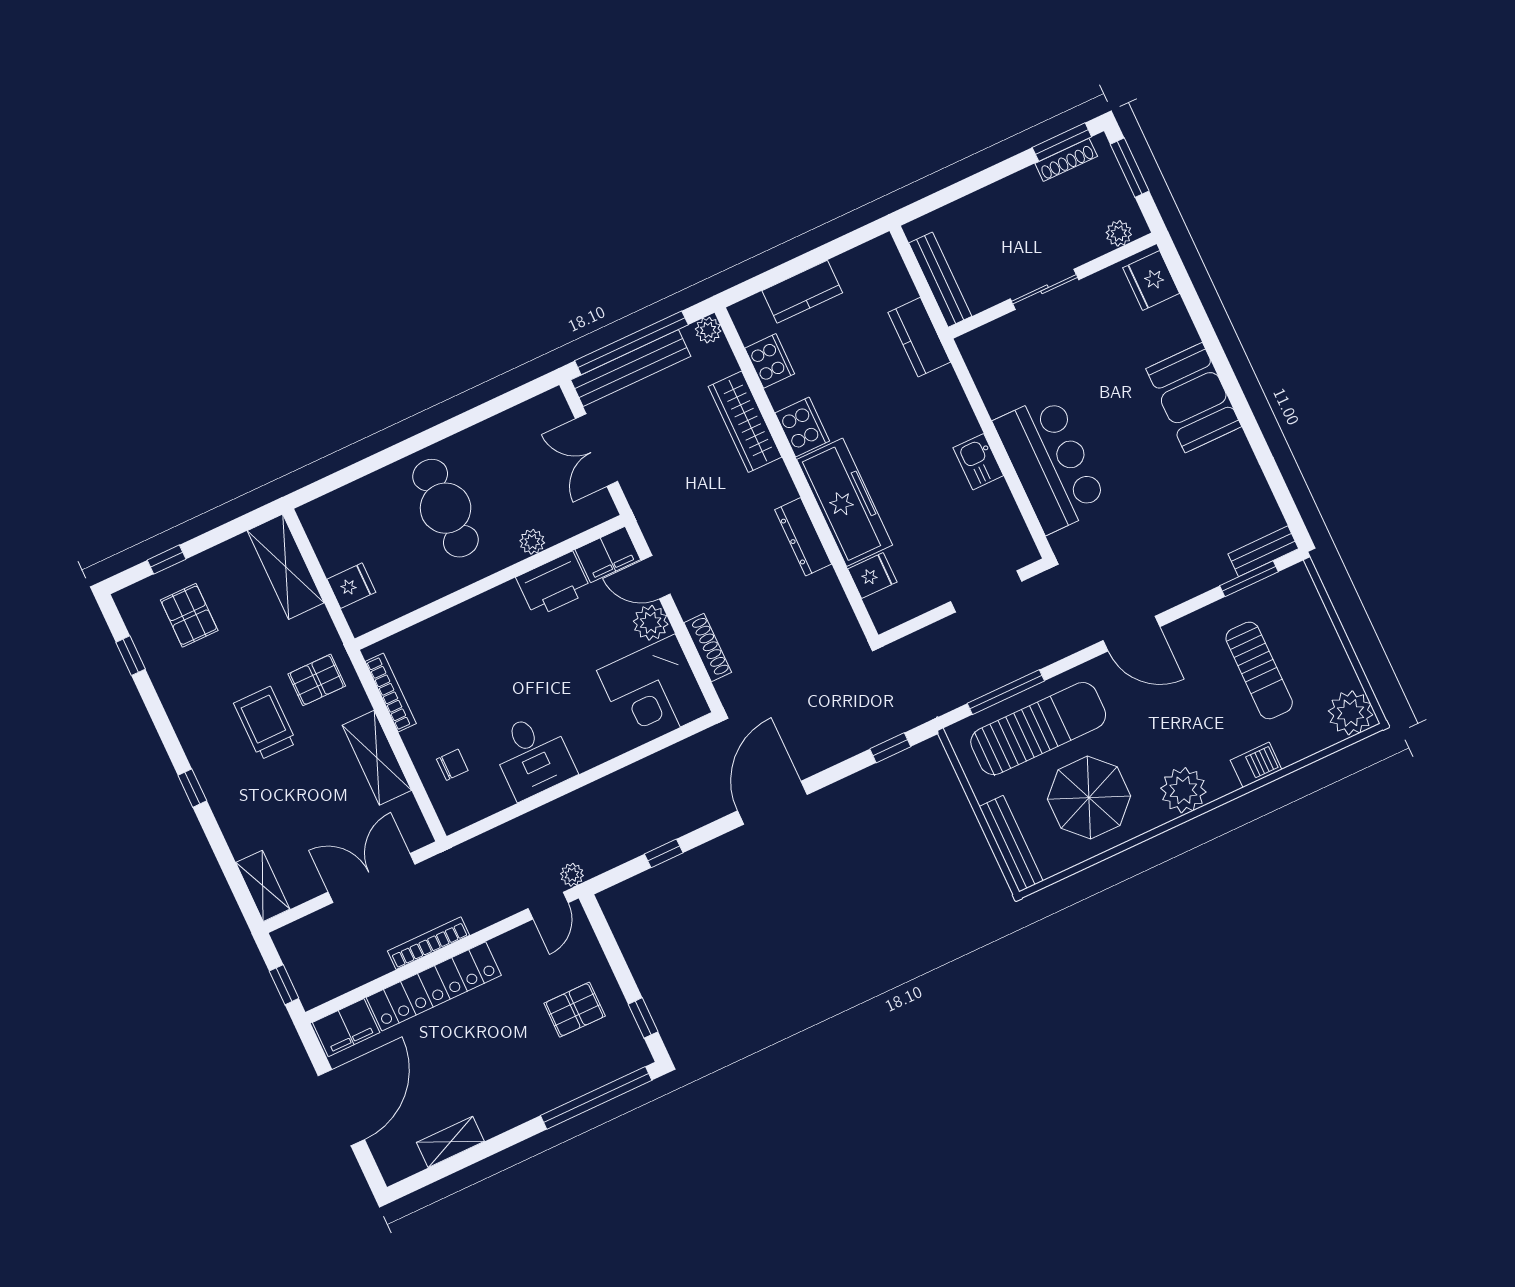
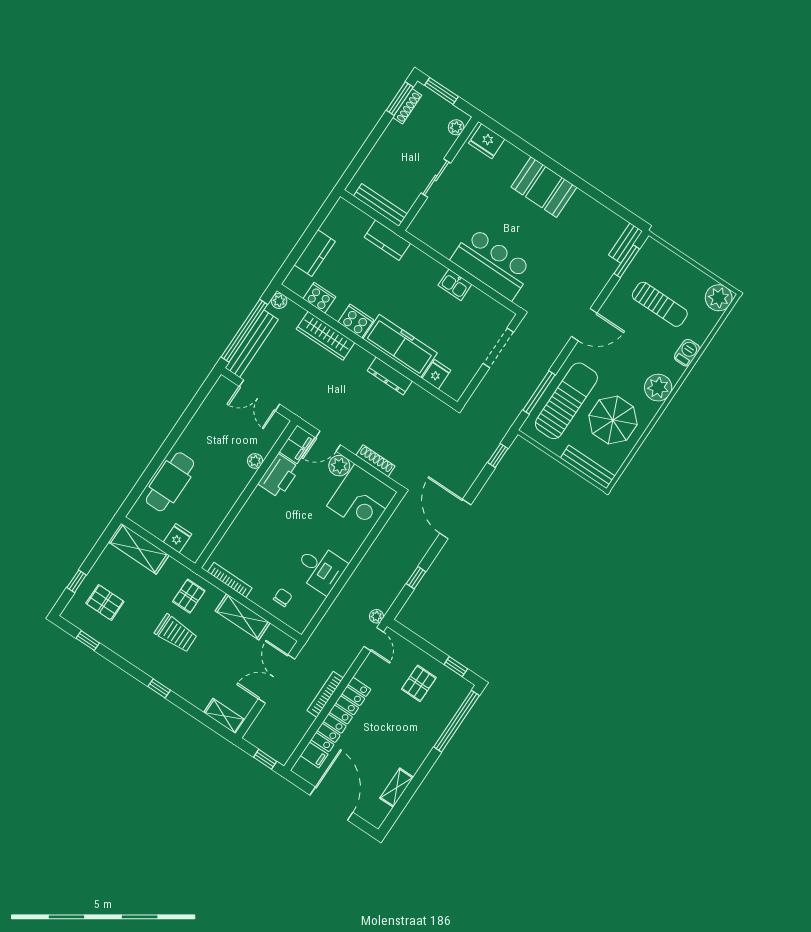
cafe table: (446, 508) -> (170, 482), moved, turned 90
trolley: (265, 723) -> (176, 633), turned 180
filing cabinet: (346, 1028) -> (314, 755), width x0.50

